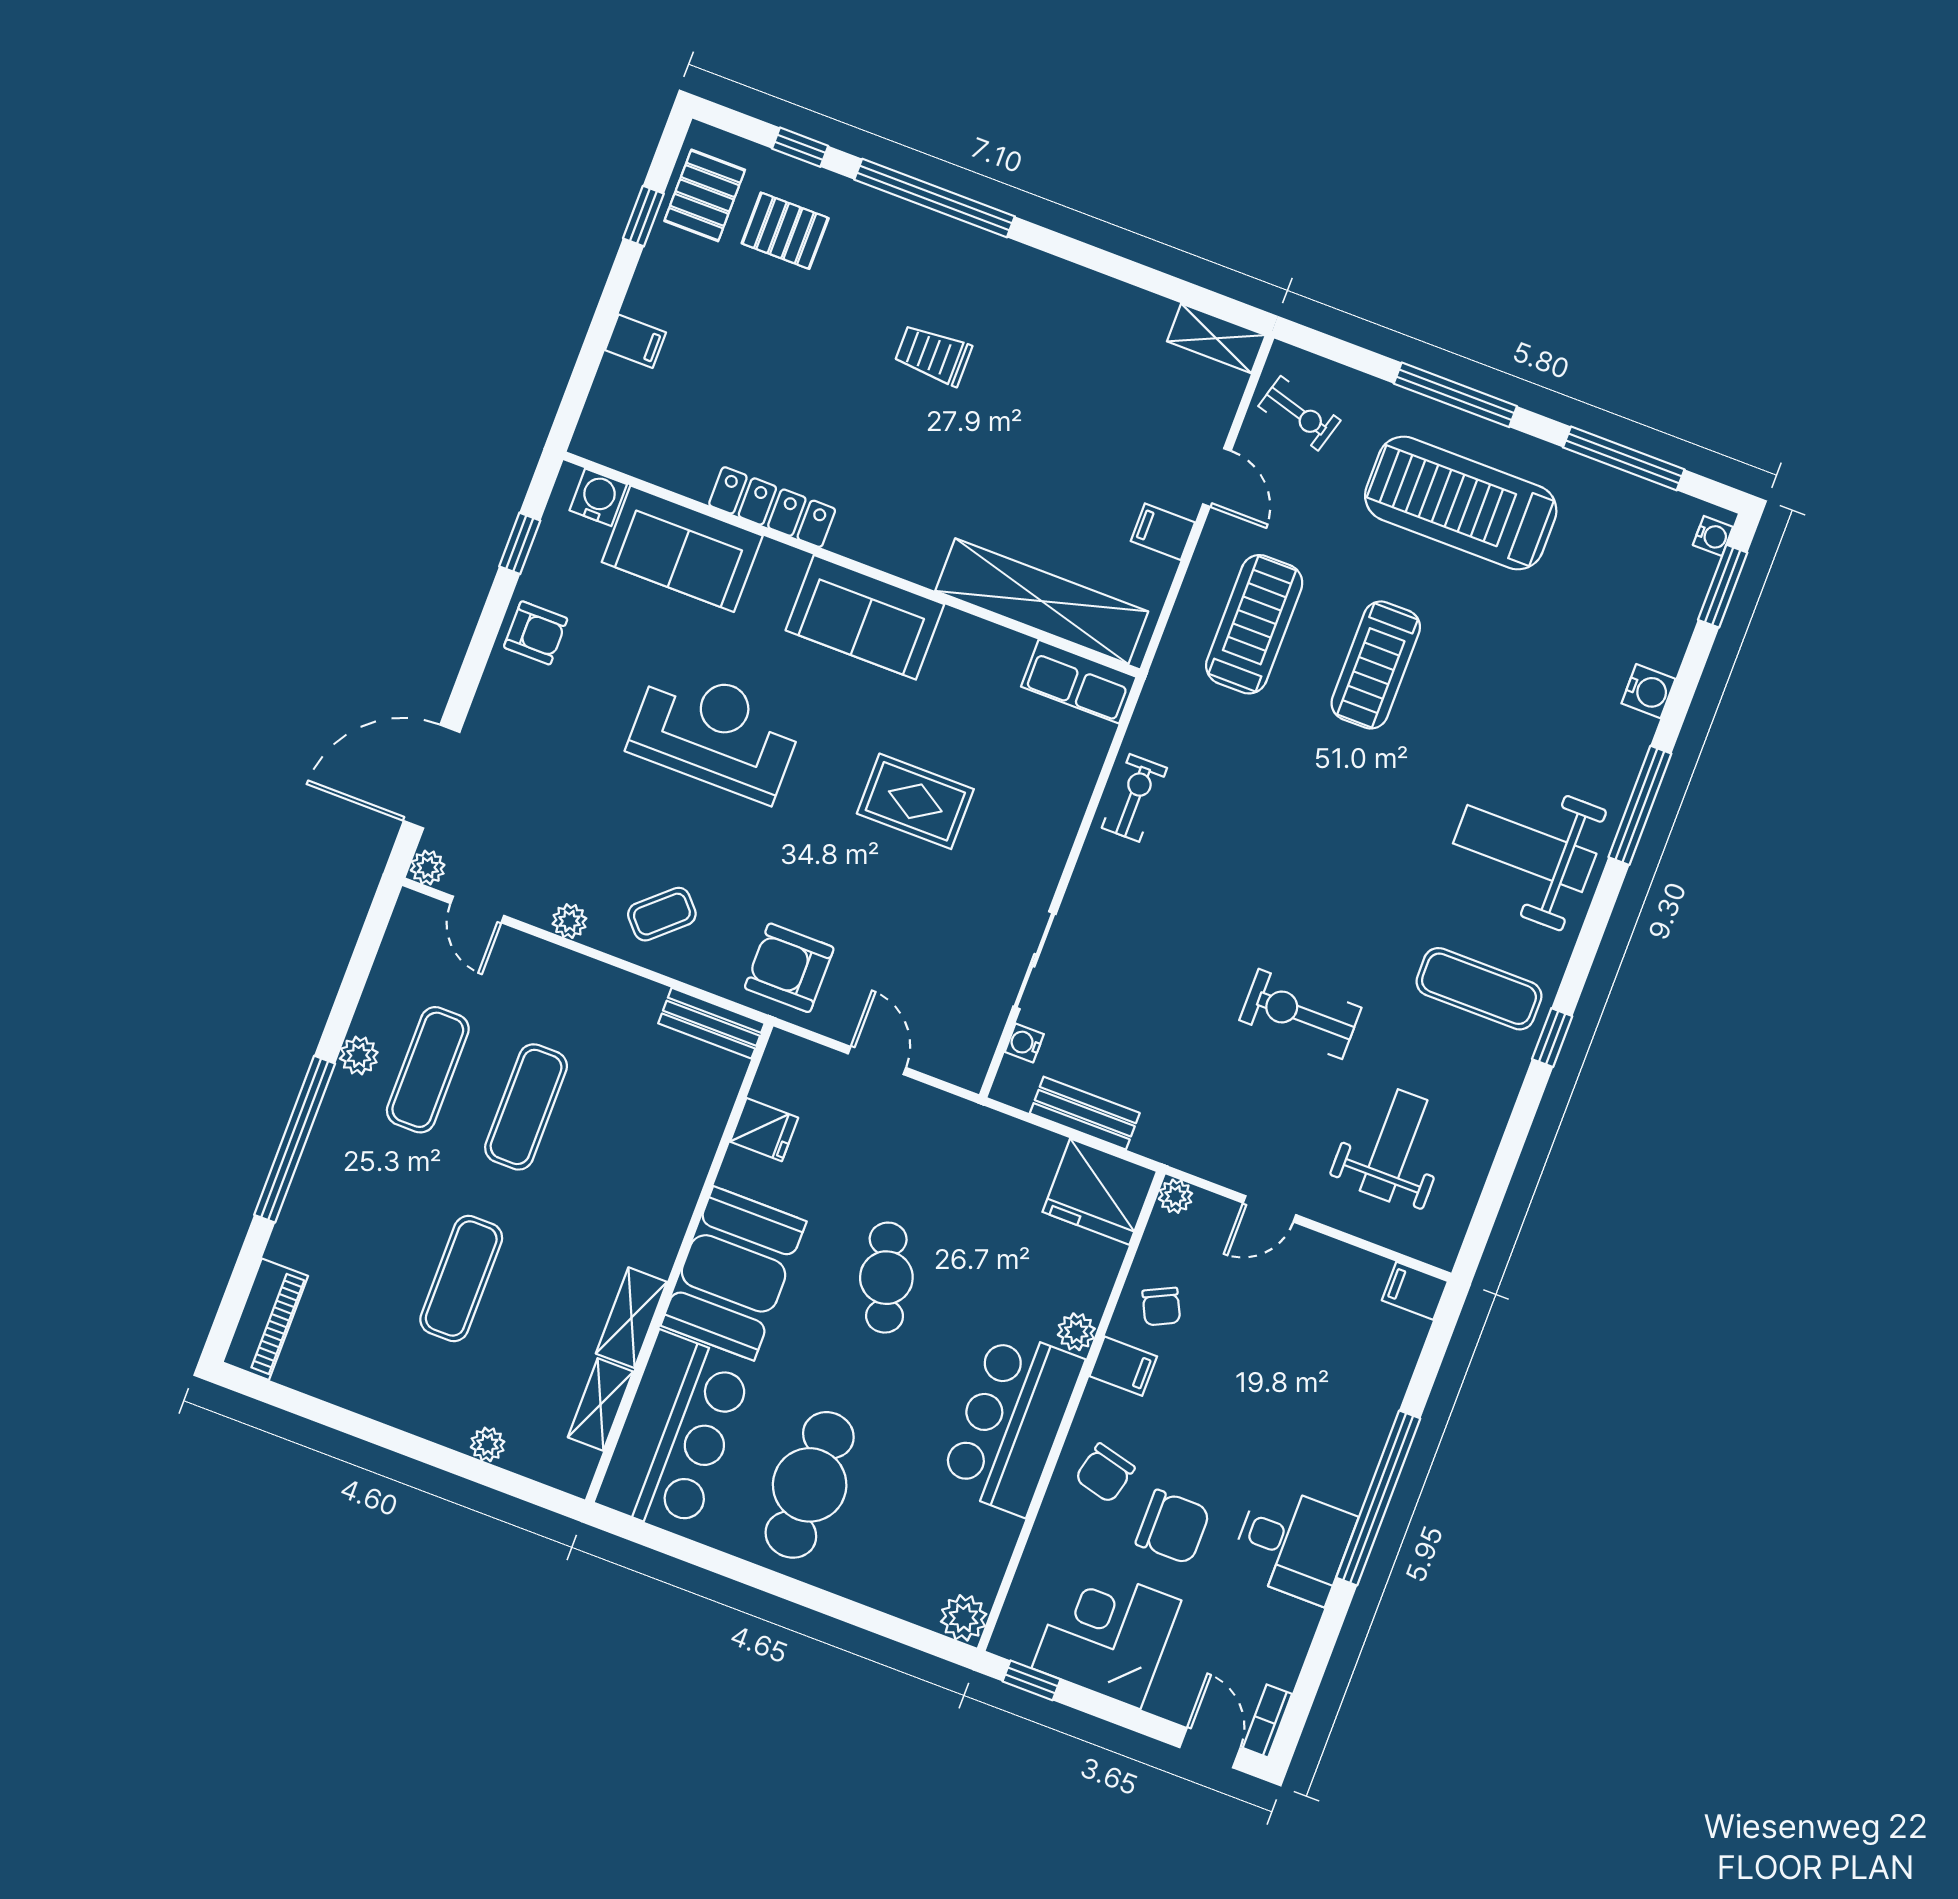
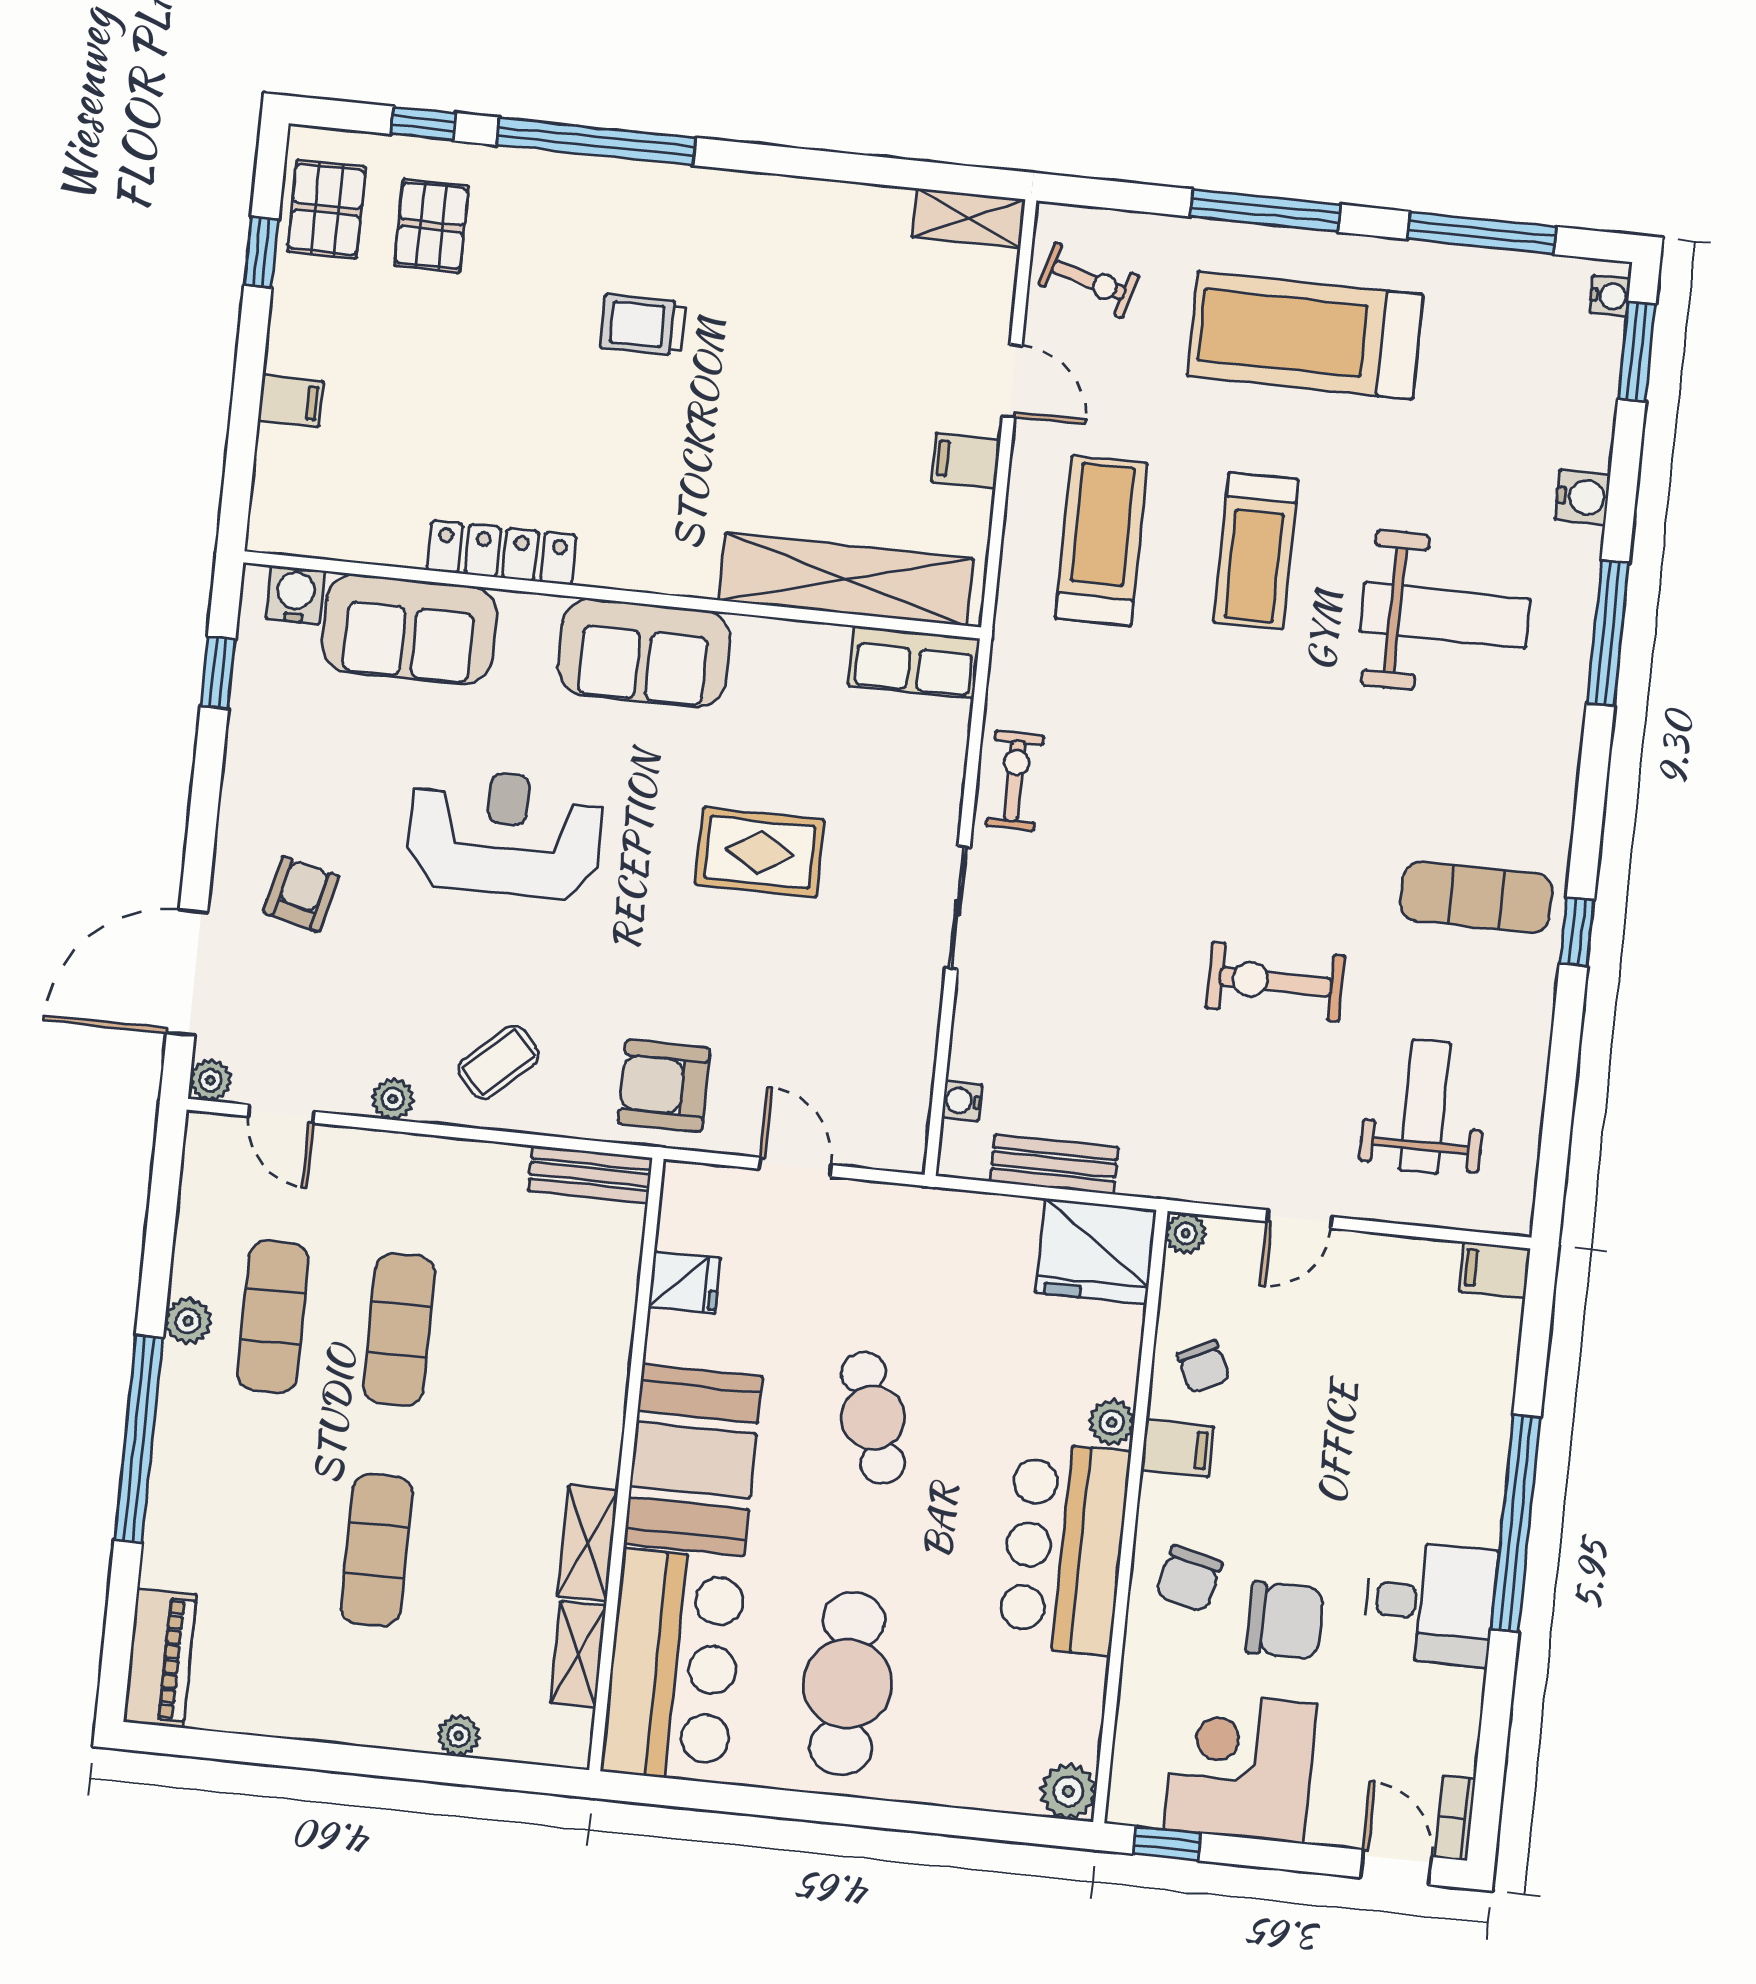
pallet: (785, 231) -> (432, 226), turned 90
armchair: (536, 633) -> (301, 894), moved, turned -76
weight bench: (1525, 849) -> (1445, 615), moved, turned 180
sliding door: (1034, 960) -> (958, 907), moved

